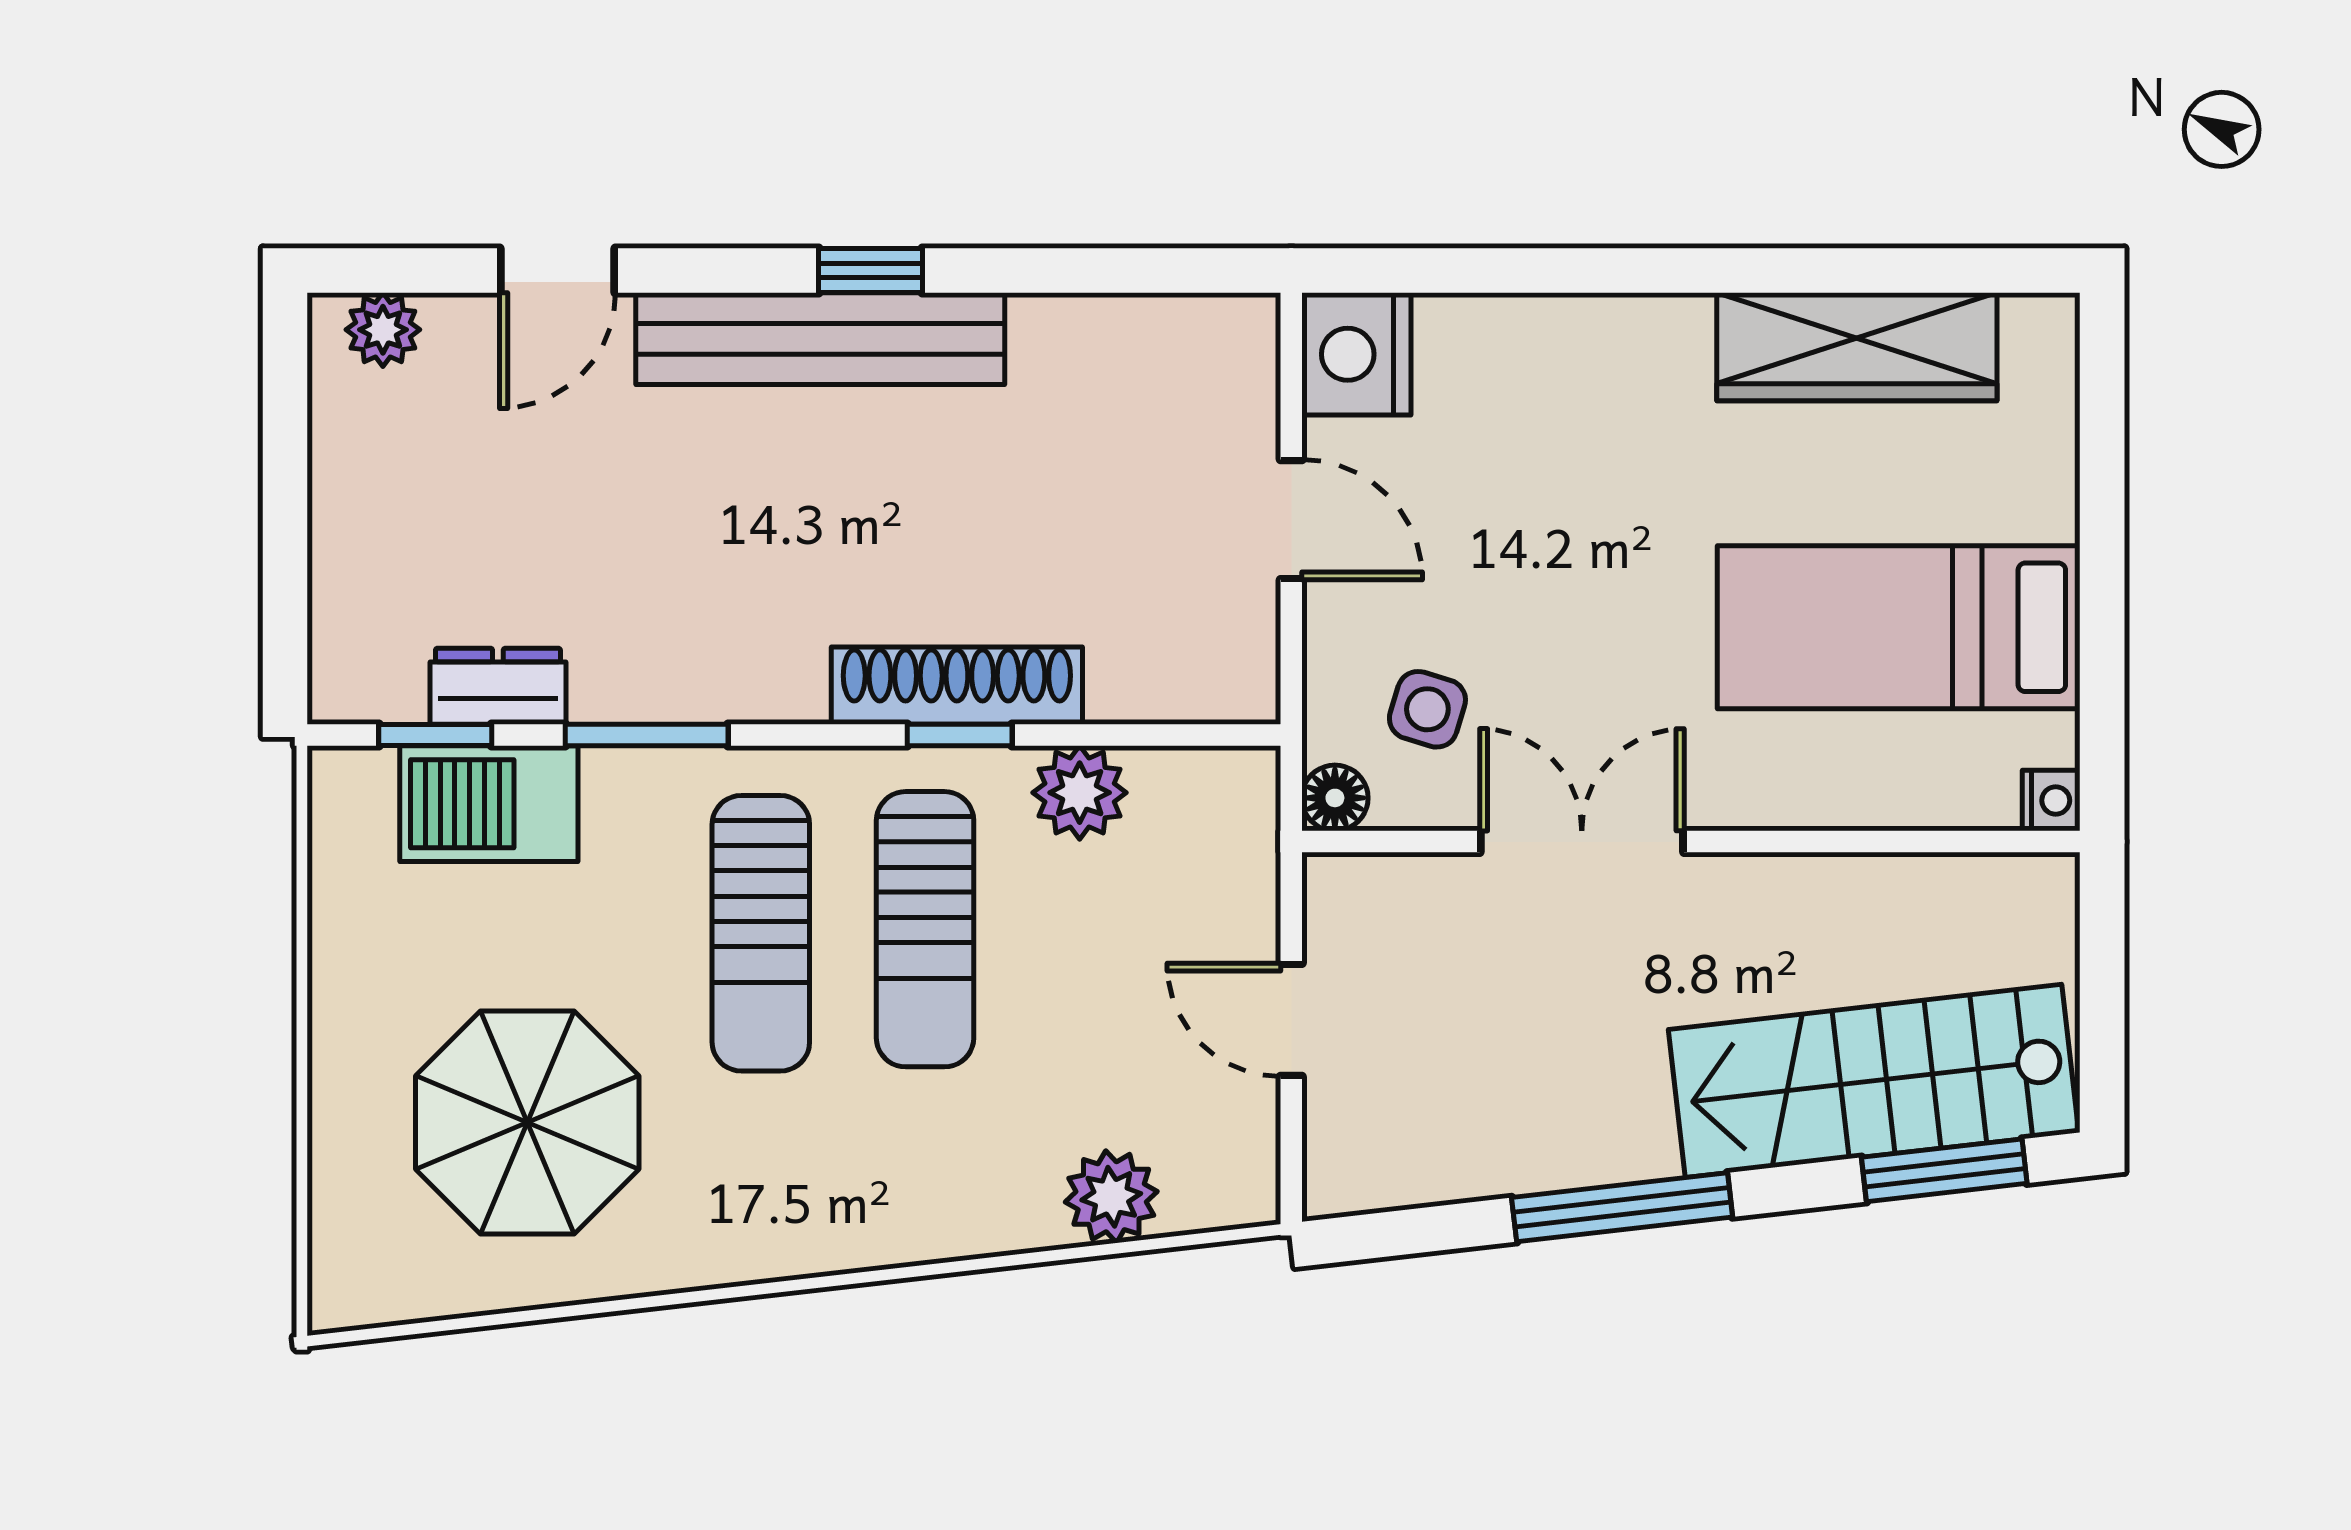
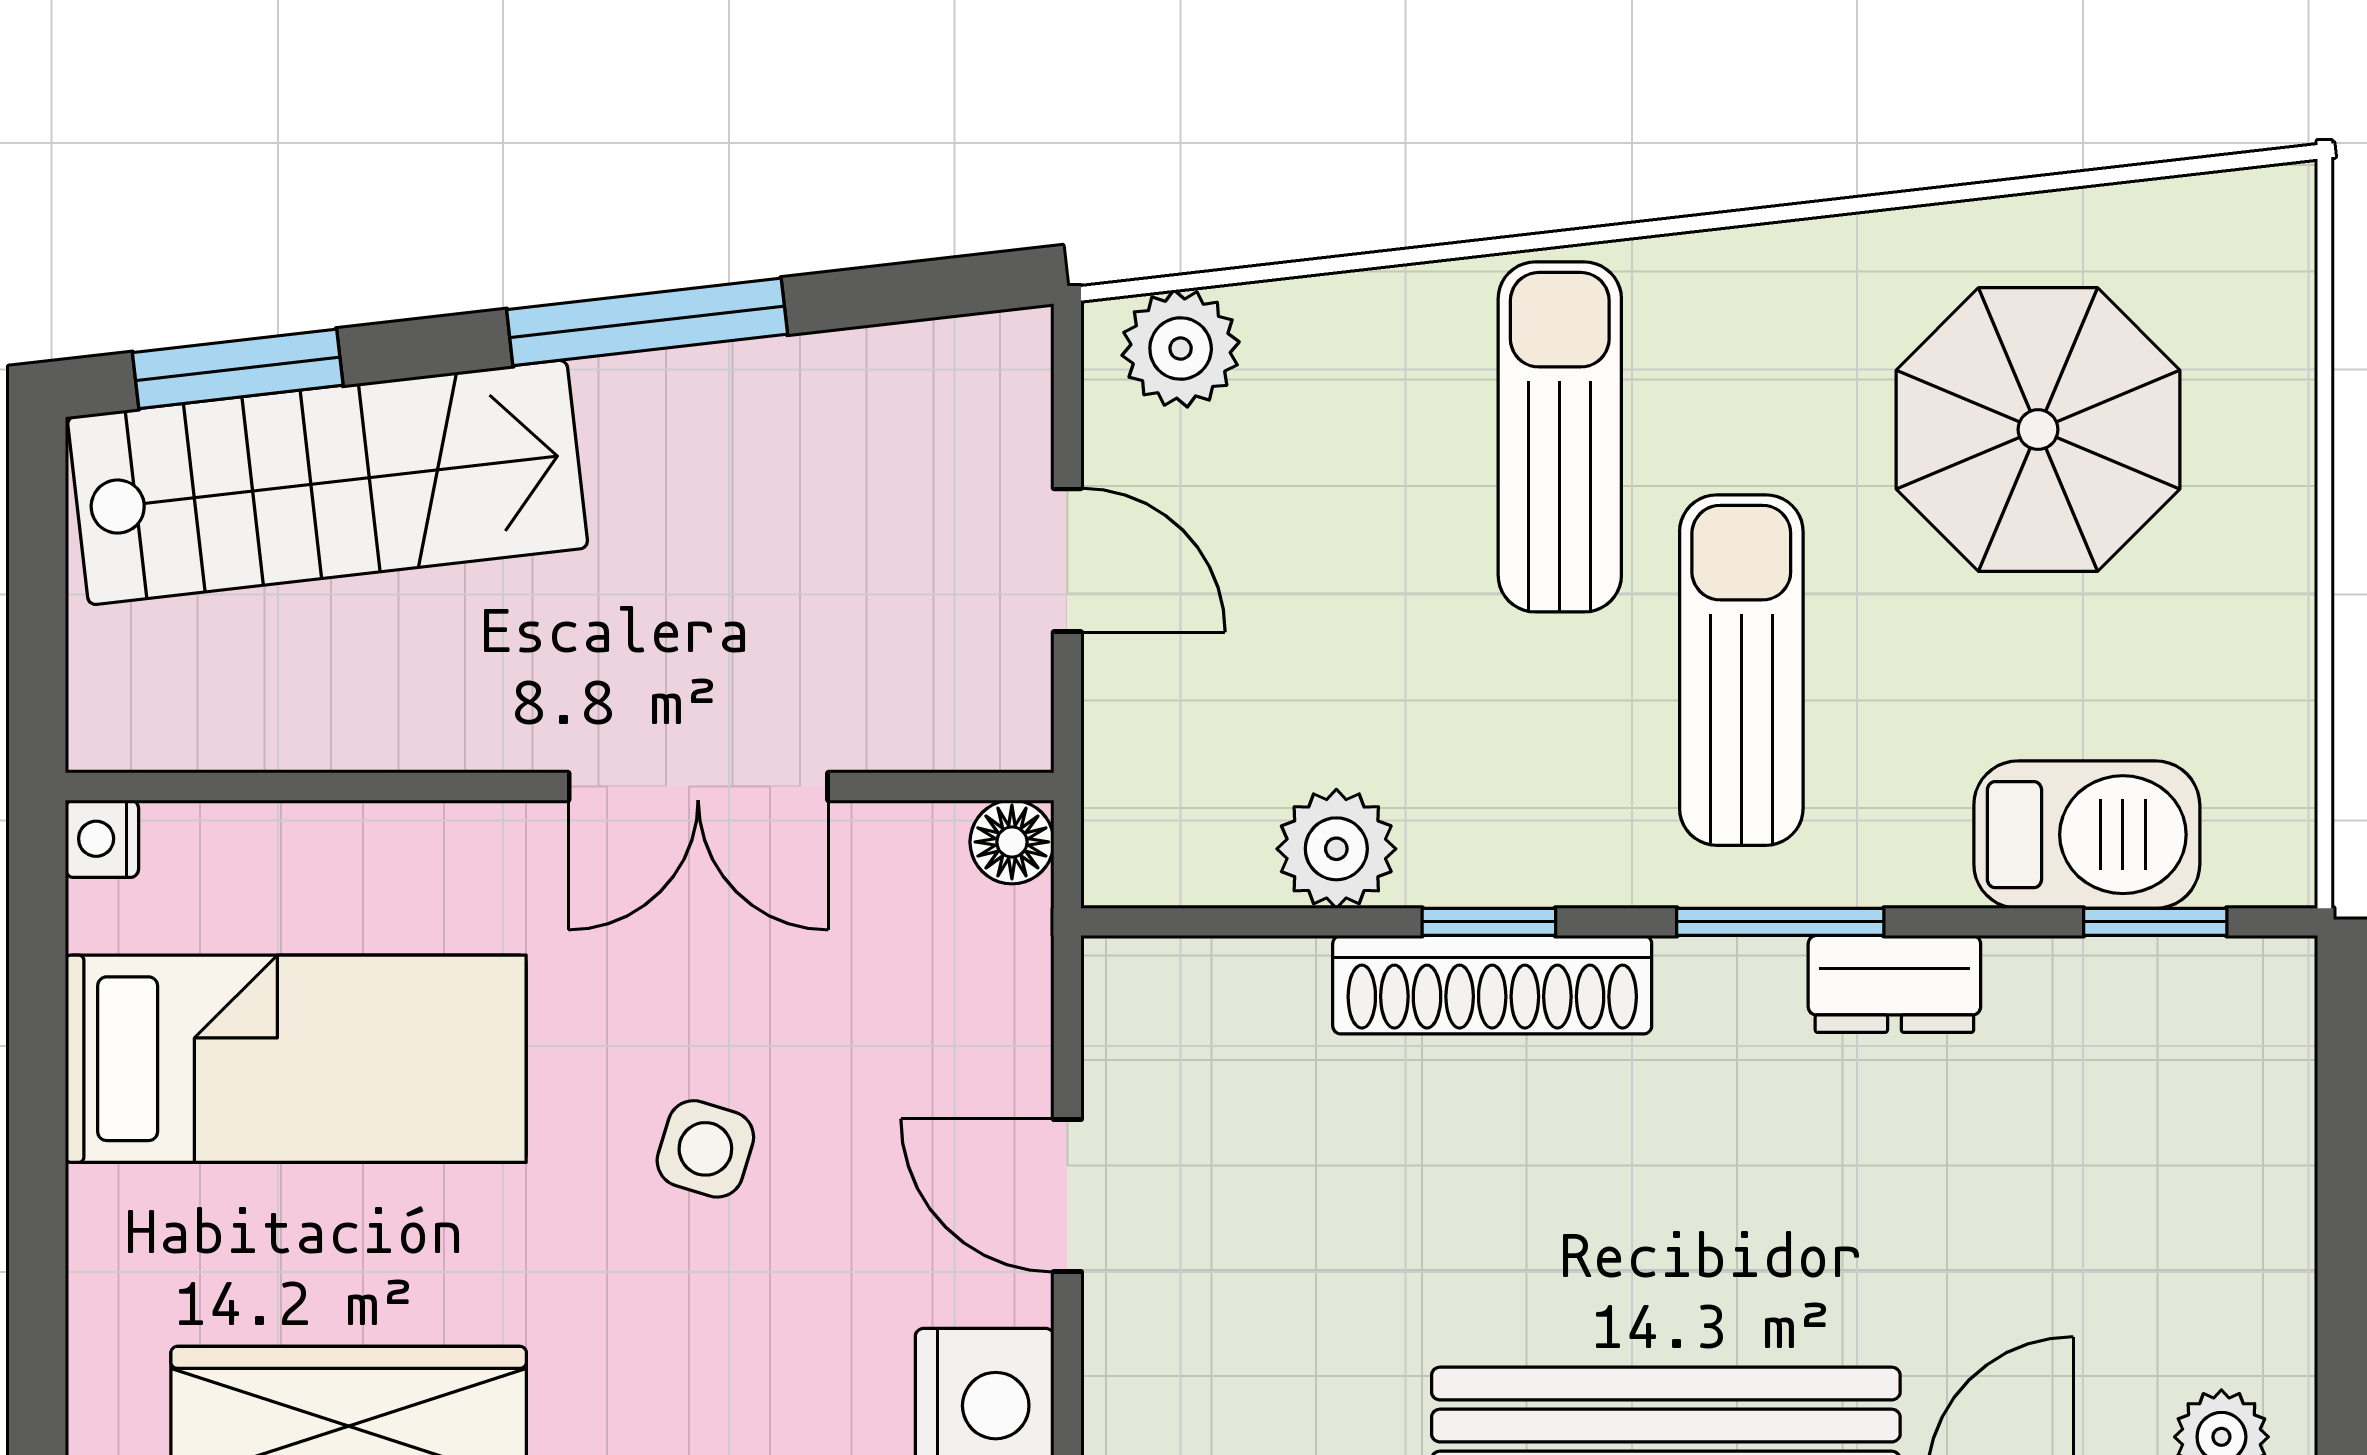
dresser: (498, 686) -> (1894, 984), moved
side table: (1427, 709) -> (705, 1149), moved
window: (647, 735) -> (1780, 922), moved
sun lounger: (925, 929) -> (1560, 437), moved
plant: (1111, 1197) -> (1181, 349), moved

